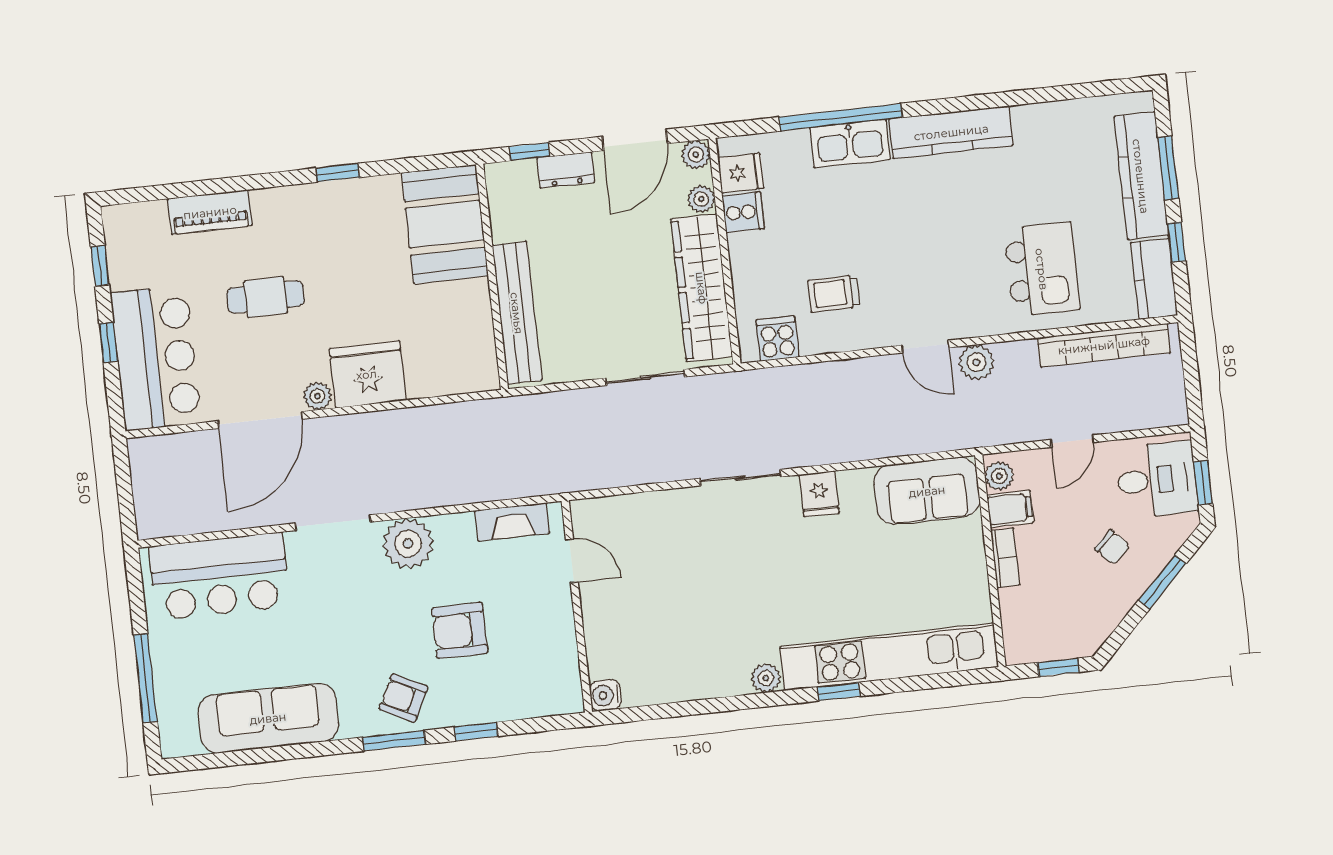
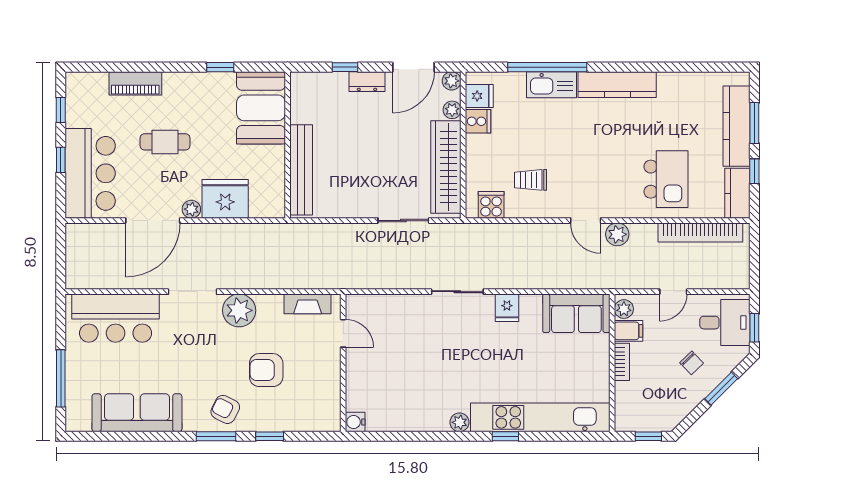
booth: (445, 224) -> (261, 108), moved
wall: (492, 277) -> (288, 145), moved
bench: (517, 313) -> (301, 170), moved

